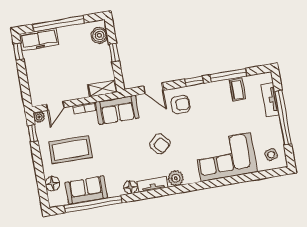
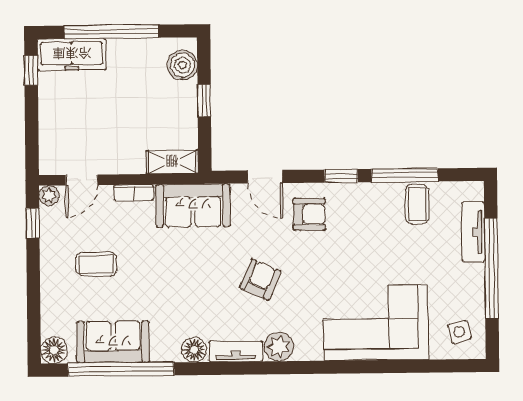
armchair: (160, 144) -> (260, 280), turned -113
coffee table: (70, 150) -> (96, 264), width x0.54, depth x0.58
floor lamp: (52, 184) -> (54, 350), moved

